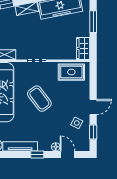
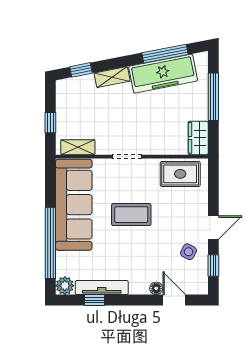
window: (93, 22) -> (213, 97), width x1.44
coffee table: (39, 99) -> (131, 215), turned -53
window: (37, 155) -> (94, 300), moved

